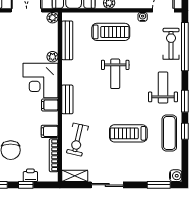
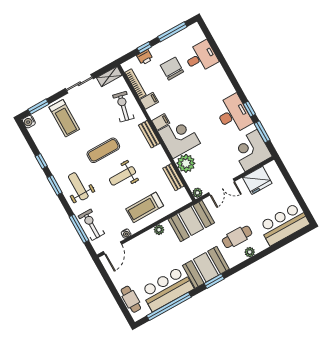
bench: (67, 40) -> (173, 177), width x0.73
exercise bike: (171, 44) -> (91, 225), turned 180
window: (185, 47) -> (79, 229), width x0.68
plant: (53, 57) -> (186, 163), width x1.88, depth x1.88
weight bench: (115, 74) -> (123, 176), turned -90
weight bench: (163, 87) -> (78, 186), turned 180
treadmill: (128, 133) -> (64, 118), moved, turned 90
exercise mat: (169, 133) -> (103, 150), moved, turned 90

